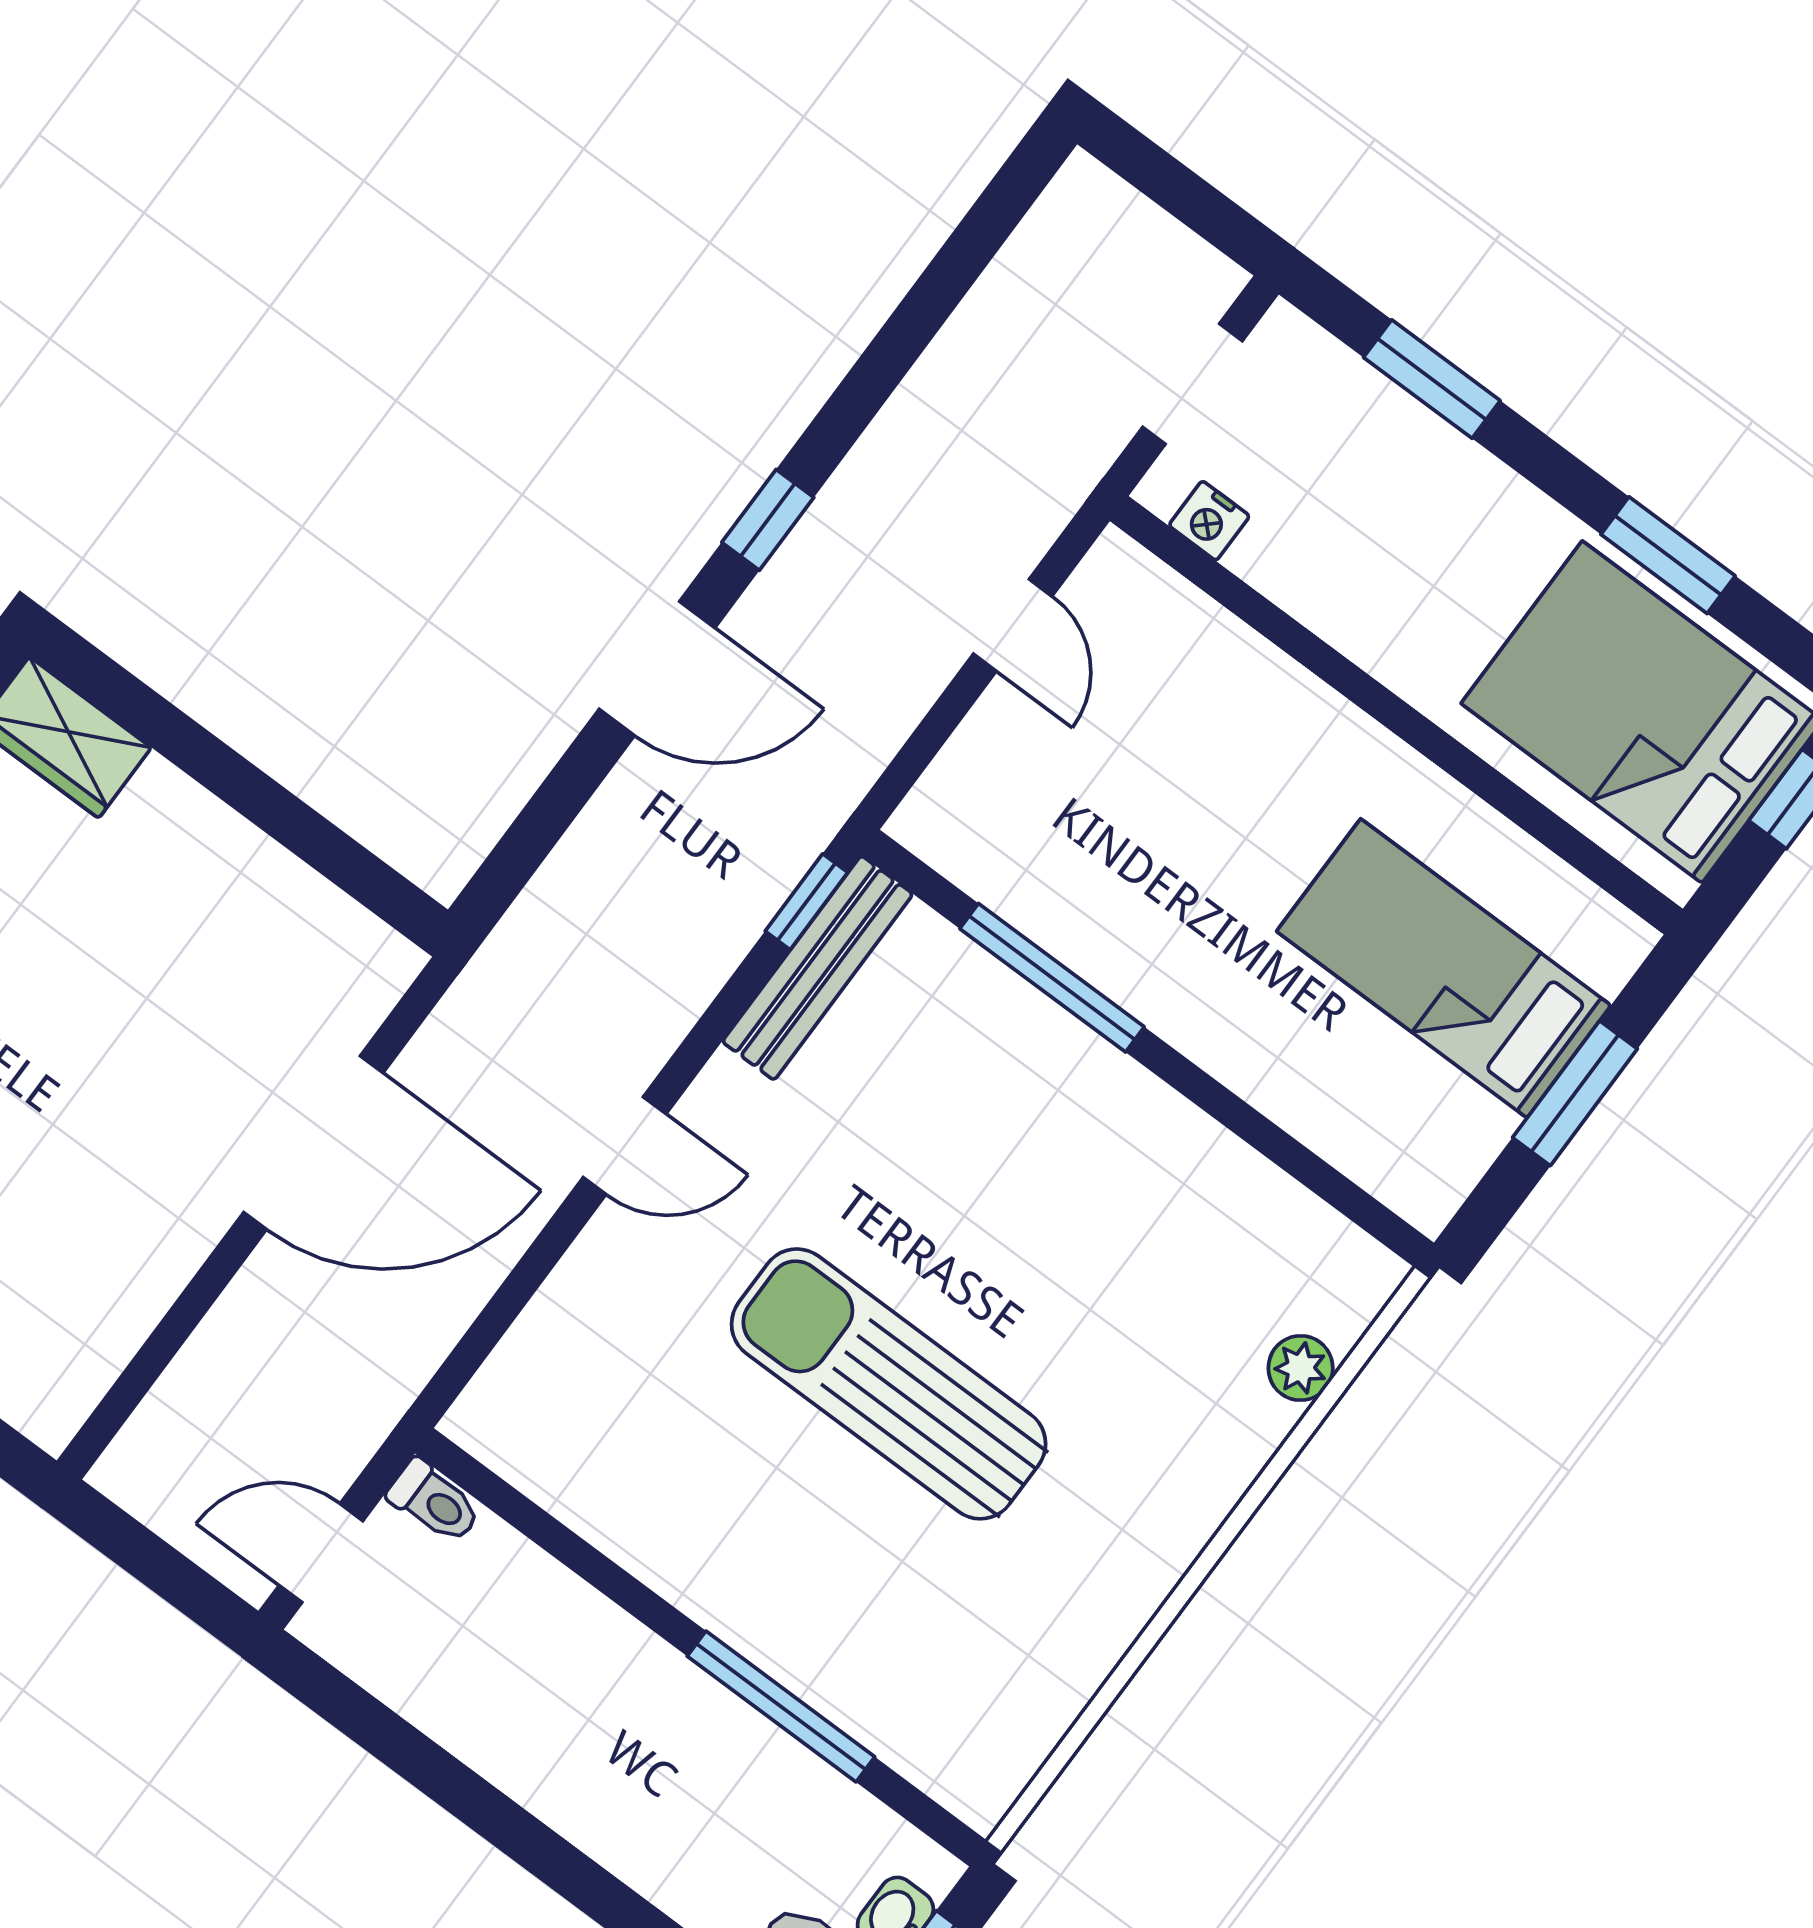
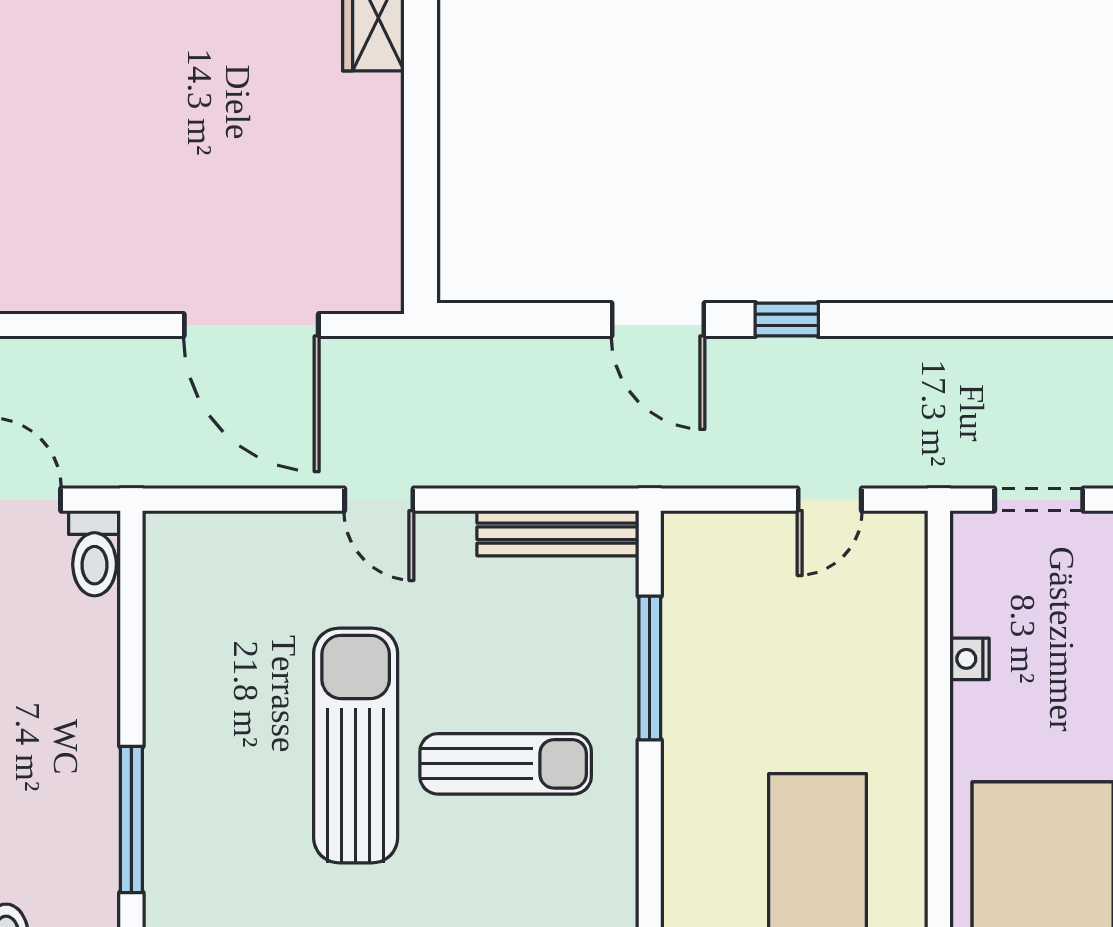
nightstand: (1209, 521) -> (969, 659), moved
window: (806, 902) -> (590, 500), removed
sun lounger: (1039, 1227) -> (506, 764), added
toilet: (434, 1502) -> (95, 553), width x1.37, depth x1.39

